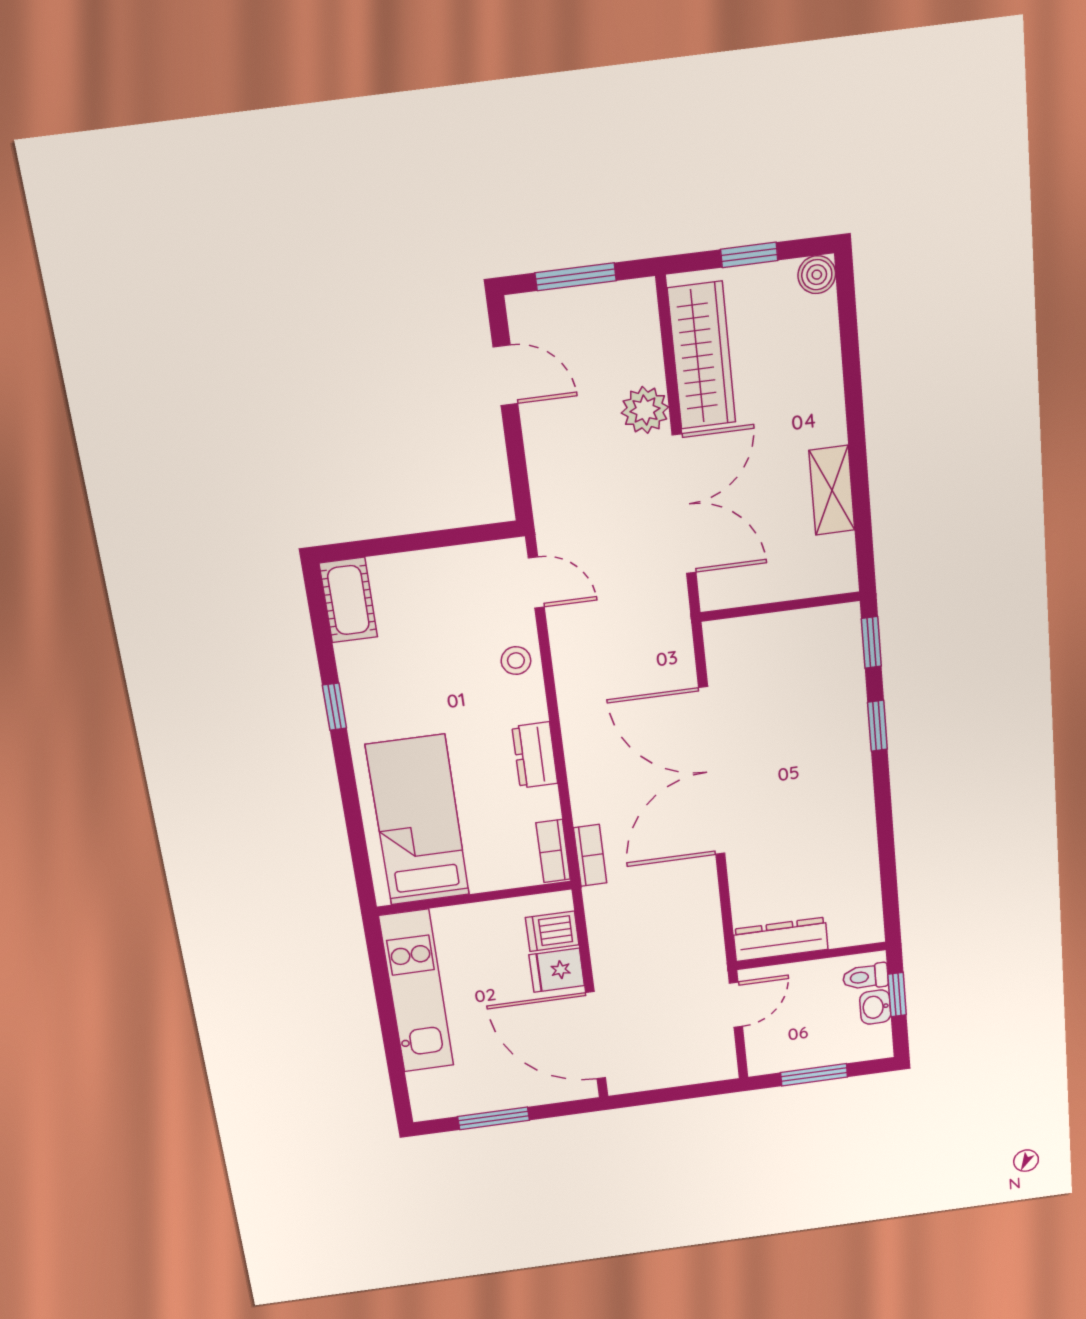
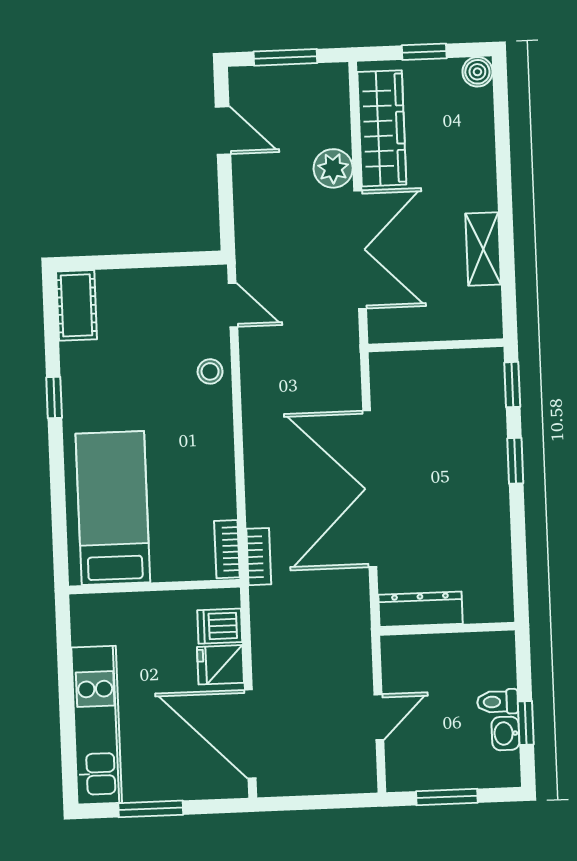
dresser: (535, 755) -> (219, 458), removed
dresser: (781, 939) -> (420, 609), moved
wall: (811, 956) -> (447, 629), moved
kitchen unit: (416, 991) -> (97, 725), moved

